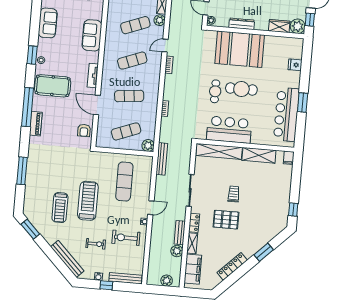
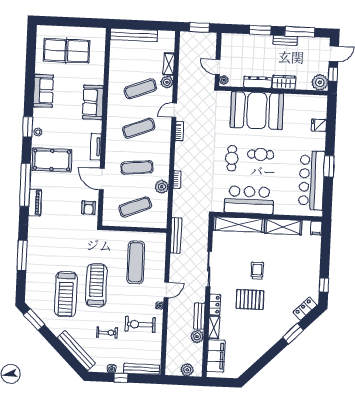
wardrobe: (279, 26) -> (284, 82), moved
cafe table: (241, 89) -> (261, 154), width x0.73, depth x0.74
plant: (148, 145) -> (162, 187), moved
treadmill: (60, 208) -> (66, 294), width x1.37, depth x1.38
locker: (232, 266) -> (305, 309), moved, width x0.66

